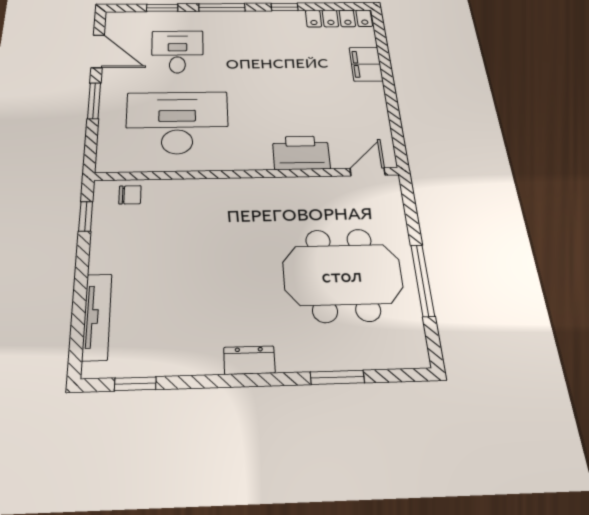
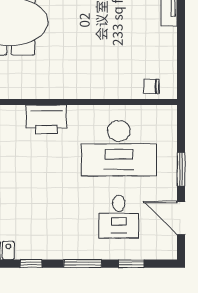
printer: (301, 153) -> (47, 119), moved
window: (86, 216) -> (181, 70), removed

